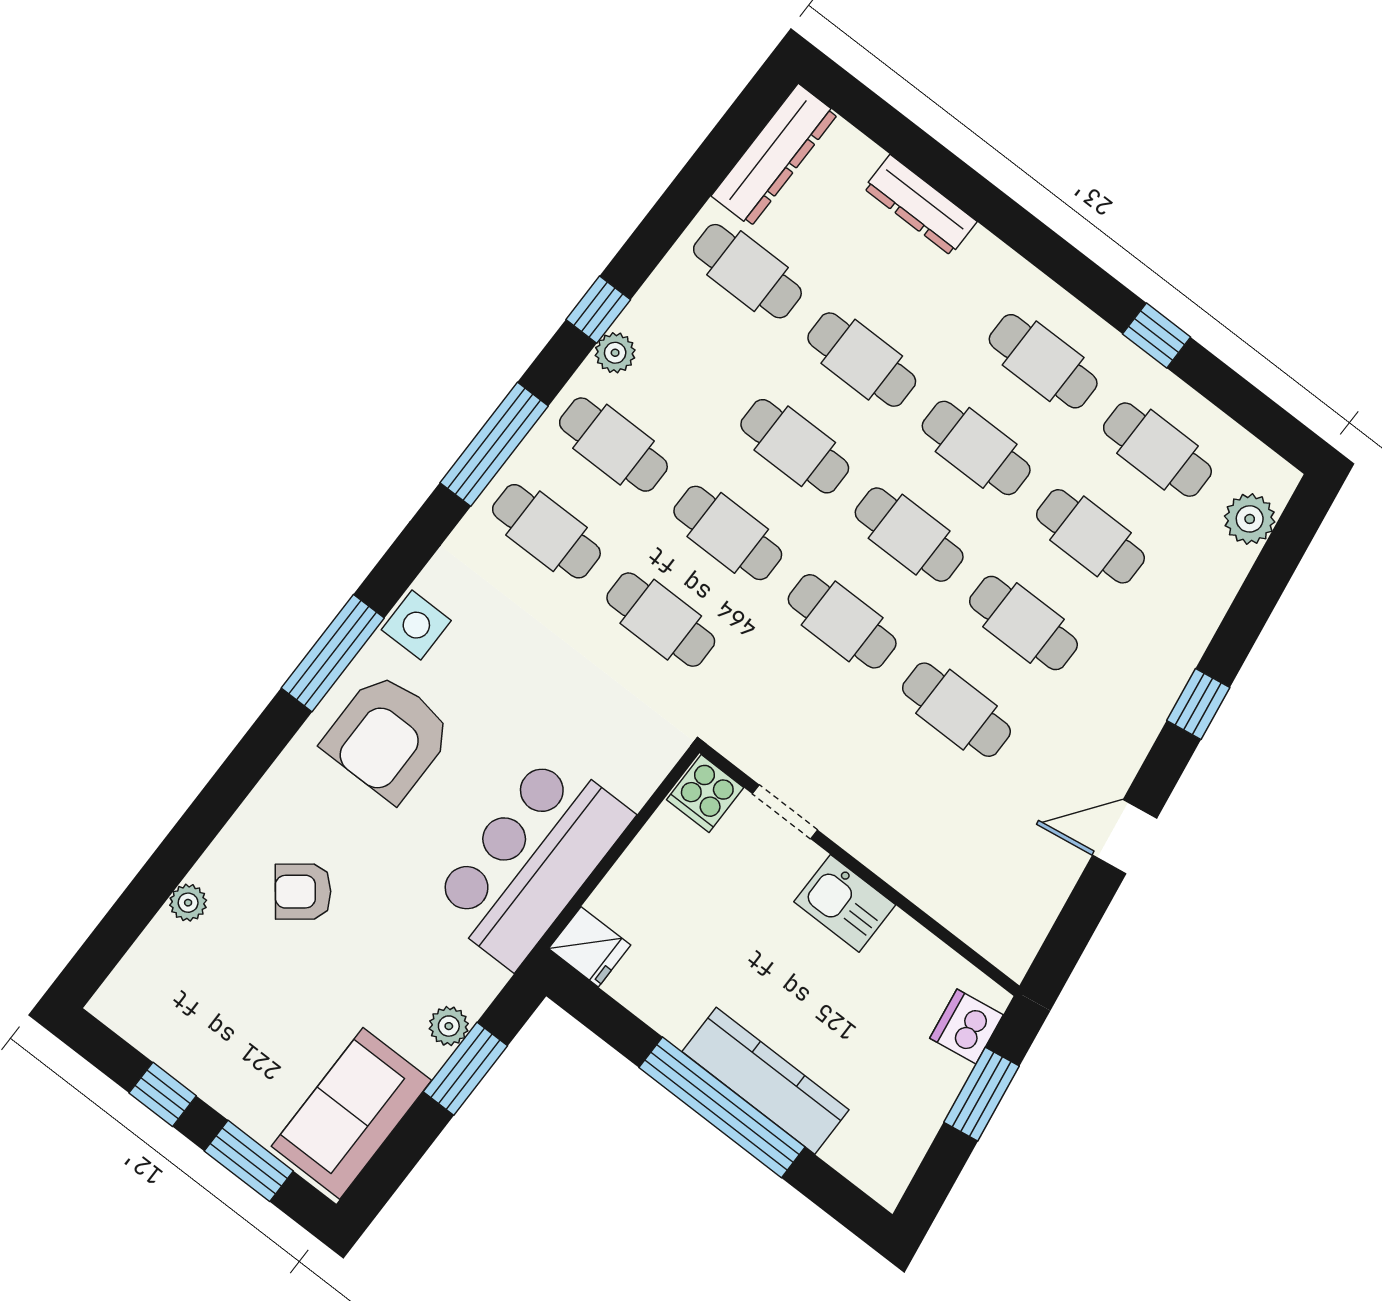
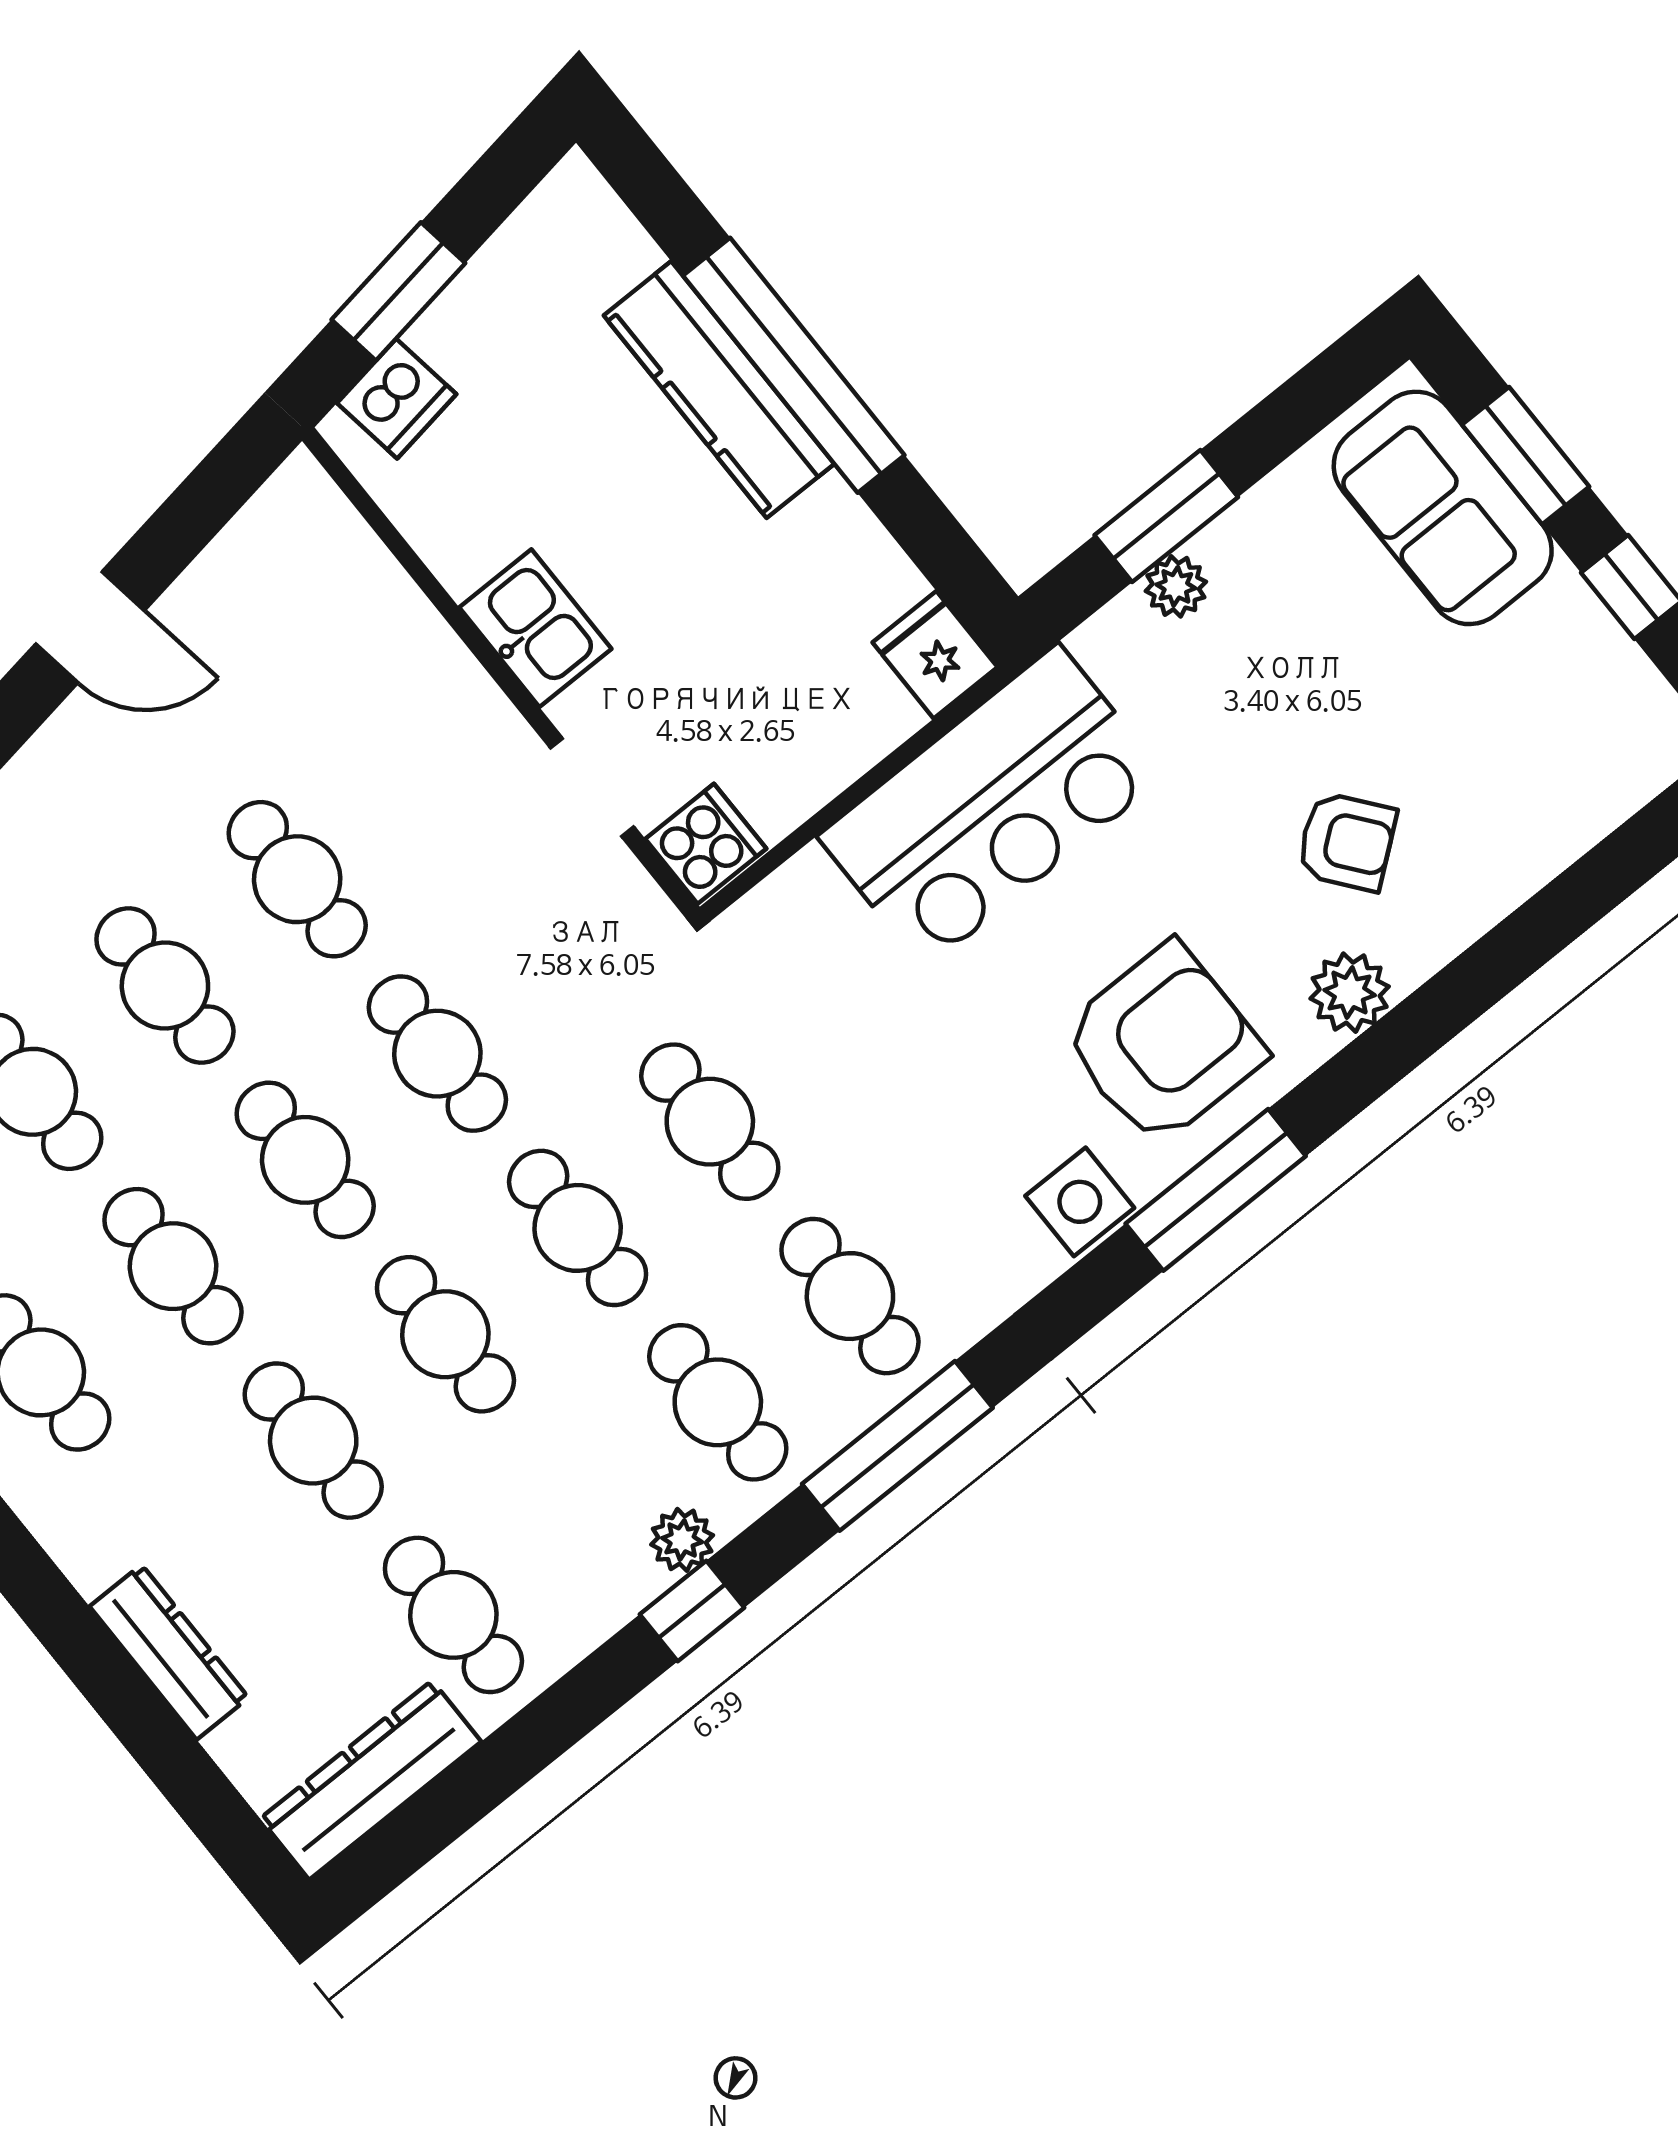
plant: (188, 903) -> (1350, 993), moved, width x1.38, depth x1.38
sofa: (351, 1113) -> (1443, 508), moved, turned 90

